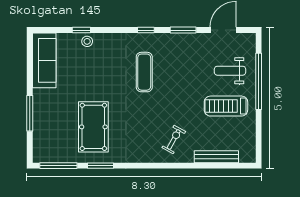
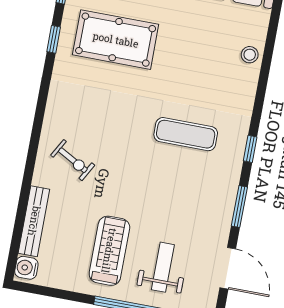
window: (81, 30) -> (269, 49), removed
water cooler: (246, 156) -> (26, 268), added
window: (100, 166) -> (54, 39), width x0.67

